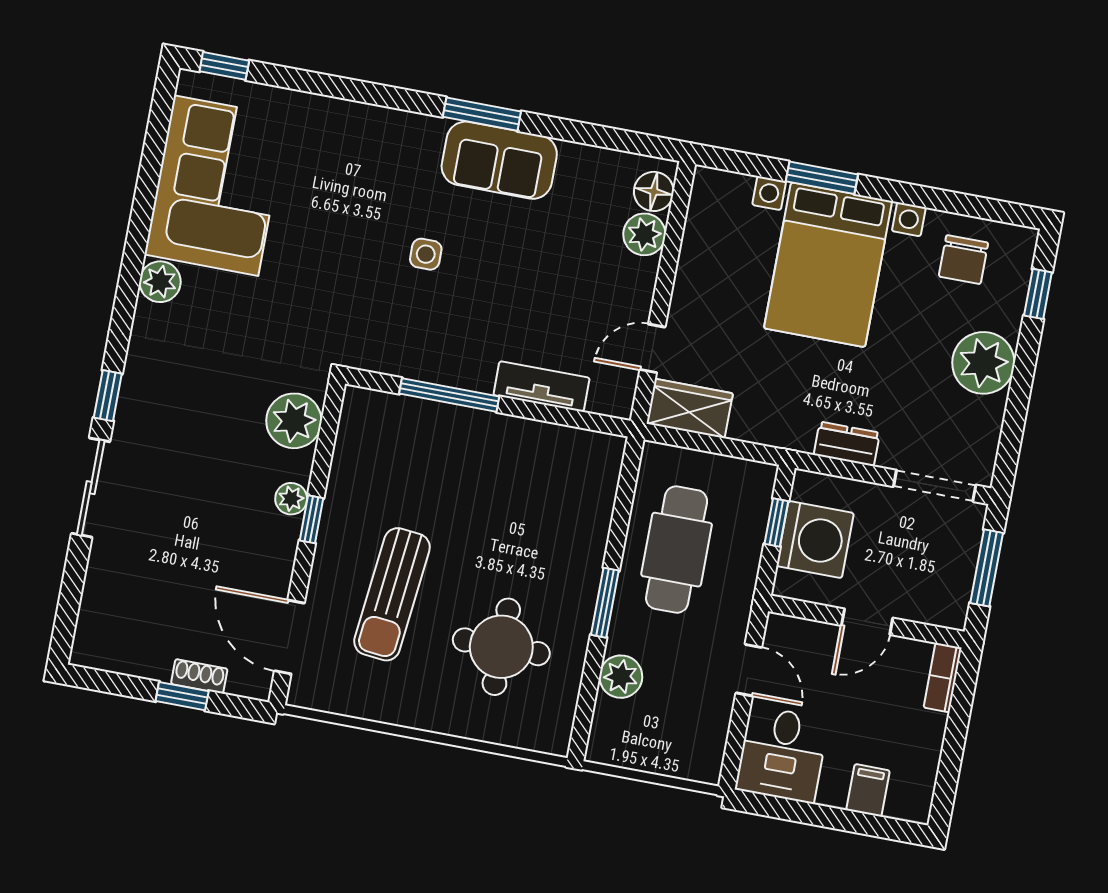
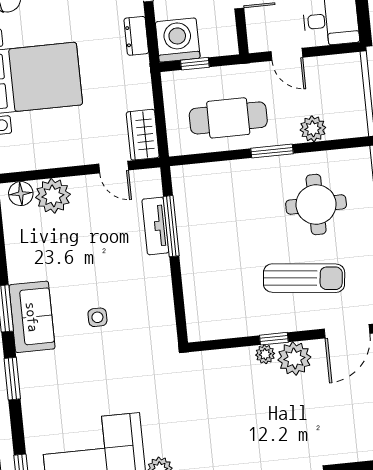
window: (369, 93) -> (12, 379), added
sofa: (499, 160) -> (32, 317), moved
plant: (644, 234) -> (53, 196), width x1.36, depth x1.36
window: (449, 395) -> (171, 226), moved
plant: (294, 421) -> (294, 358), moved
washing machine: (815, 540) -> (178, 40), moved
door: (749, 670) -> (287, 54), swing flipped

